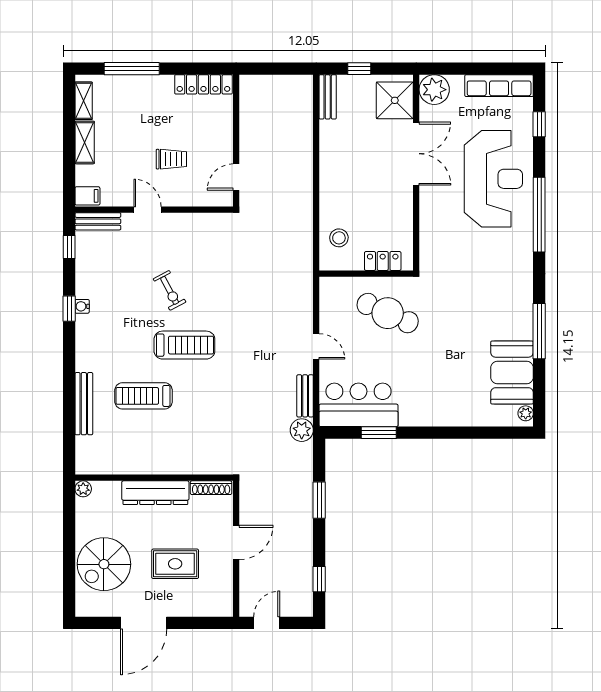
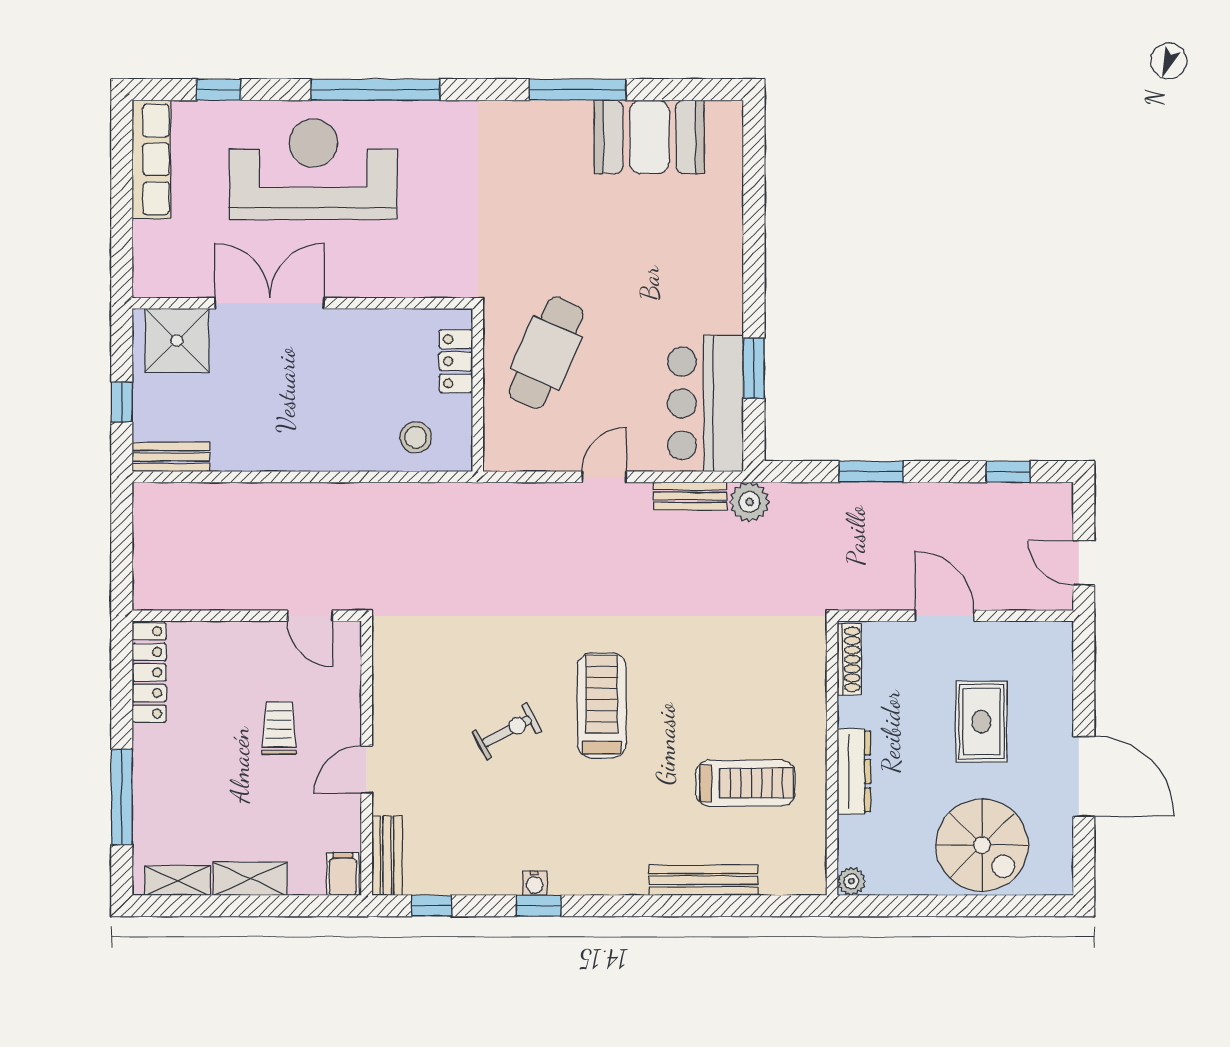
plant: (434, 90) -> (158, 272), removed
treadmill: (144, 396) -> (745, 783), moved, turned -90
plant: (526, 413) -> (720, 113), removed
dresser: (155, 493) -> (854, 771), width x0.73, depth x0.80

